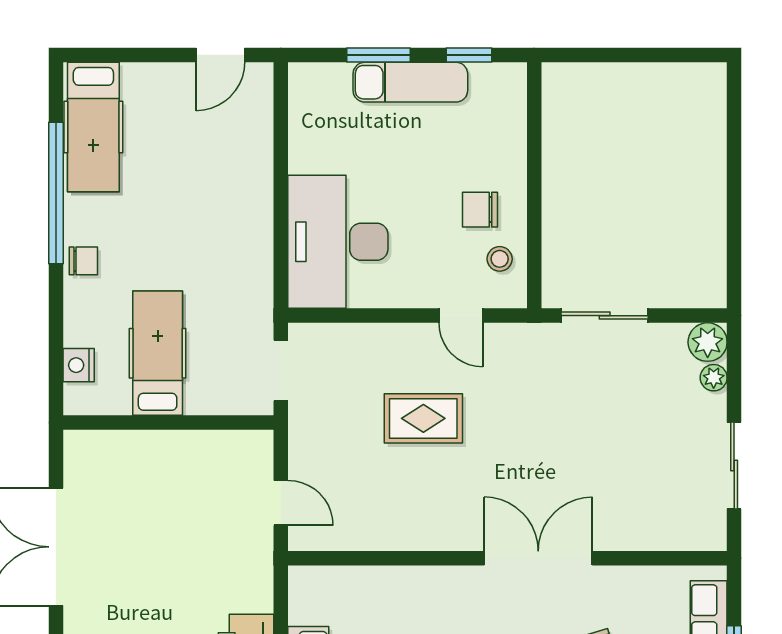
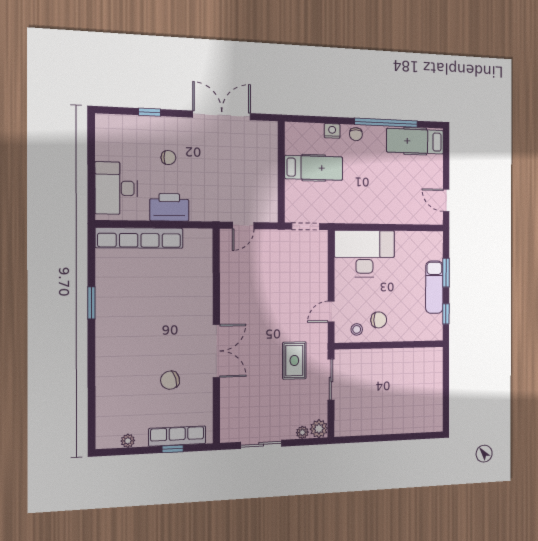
chair: (480, 210) -> (379, 320), turned 90
nightstand: (79, 365) -> (332, 131), moved
rug: (423, 418) -> (294, 360), moved

